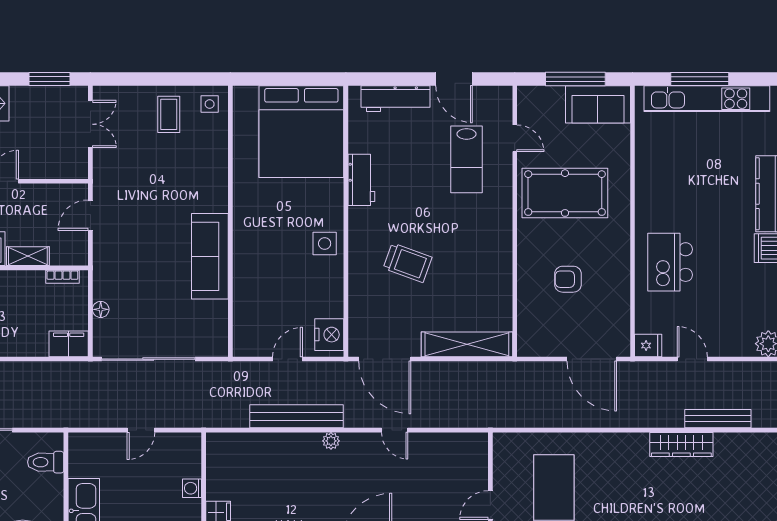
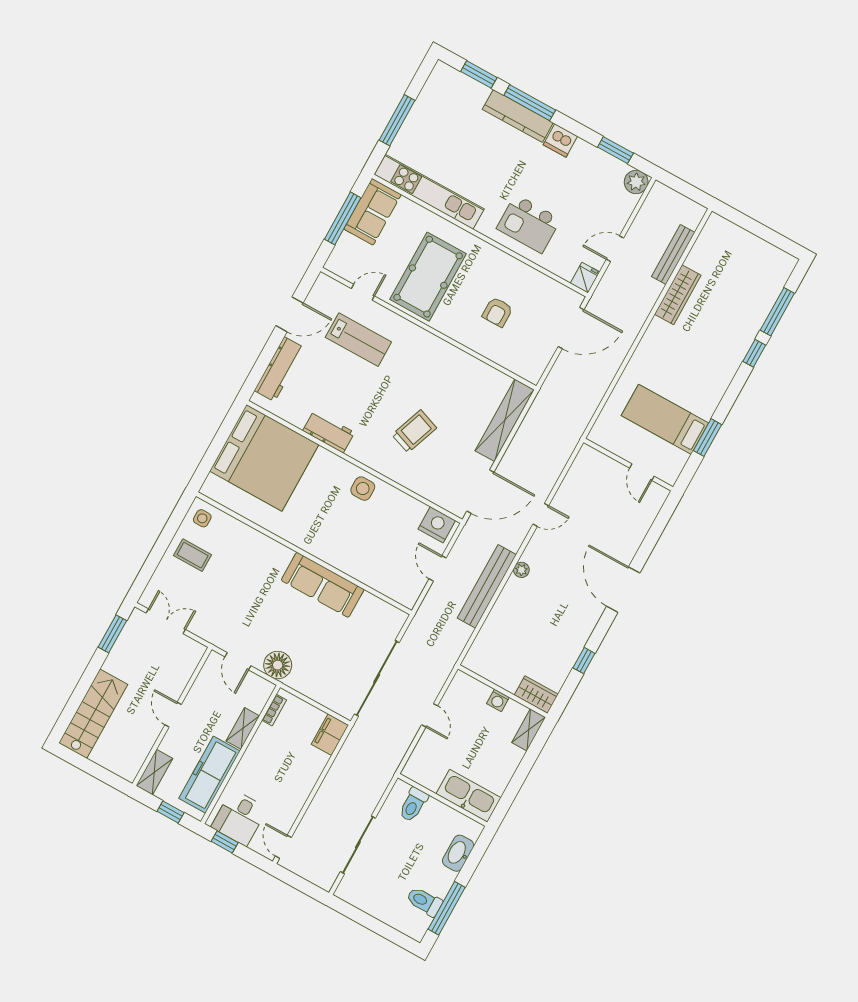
kitchen unit: (707, 99) -> (429, 192), moved, turned -90
floor lamp: (101, 309) -> (278, 665), moved, width x1.89, depth x1.89

